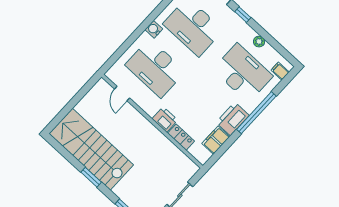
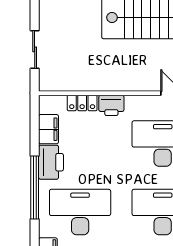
desk: (243, 73) -> (80, 212), turned 180

